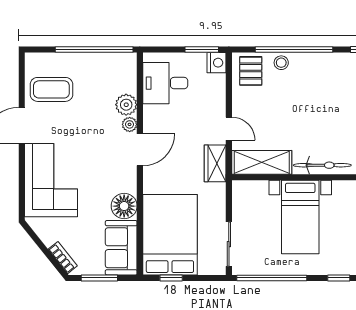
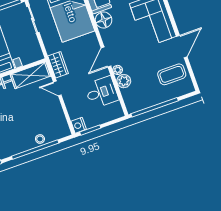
pallet: (251, 71) -> (56, 128), removed
desk: (165, 83) -> (102, 92), moved

